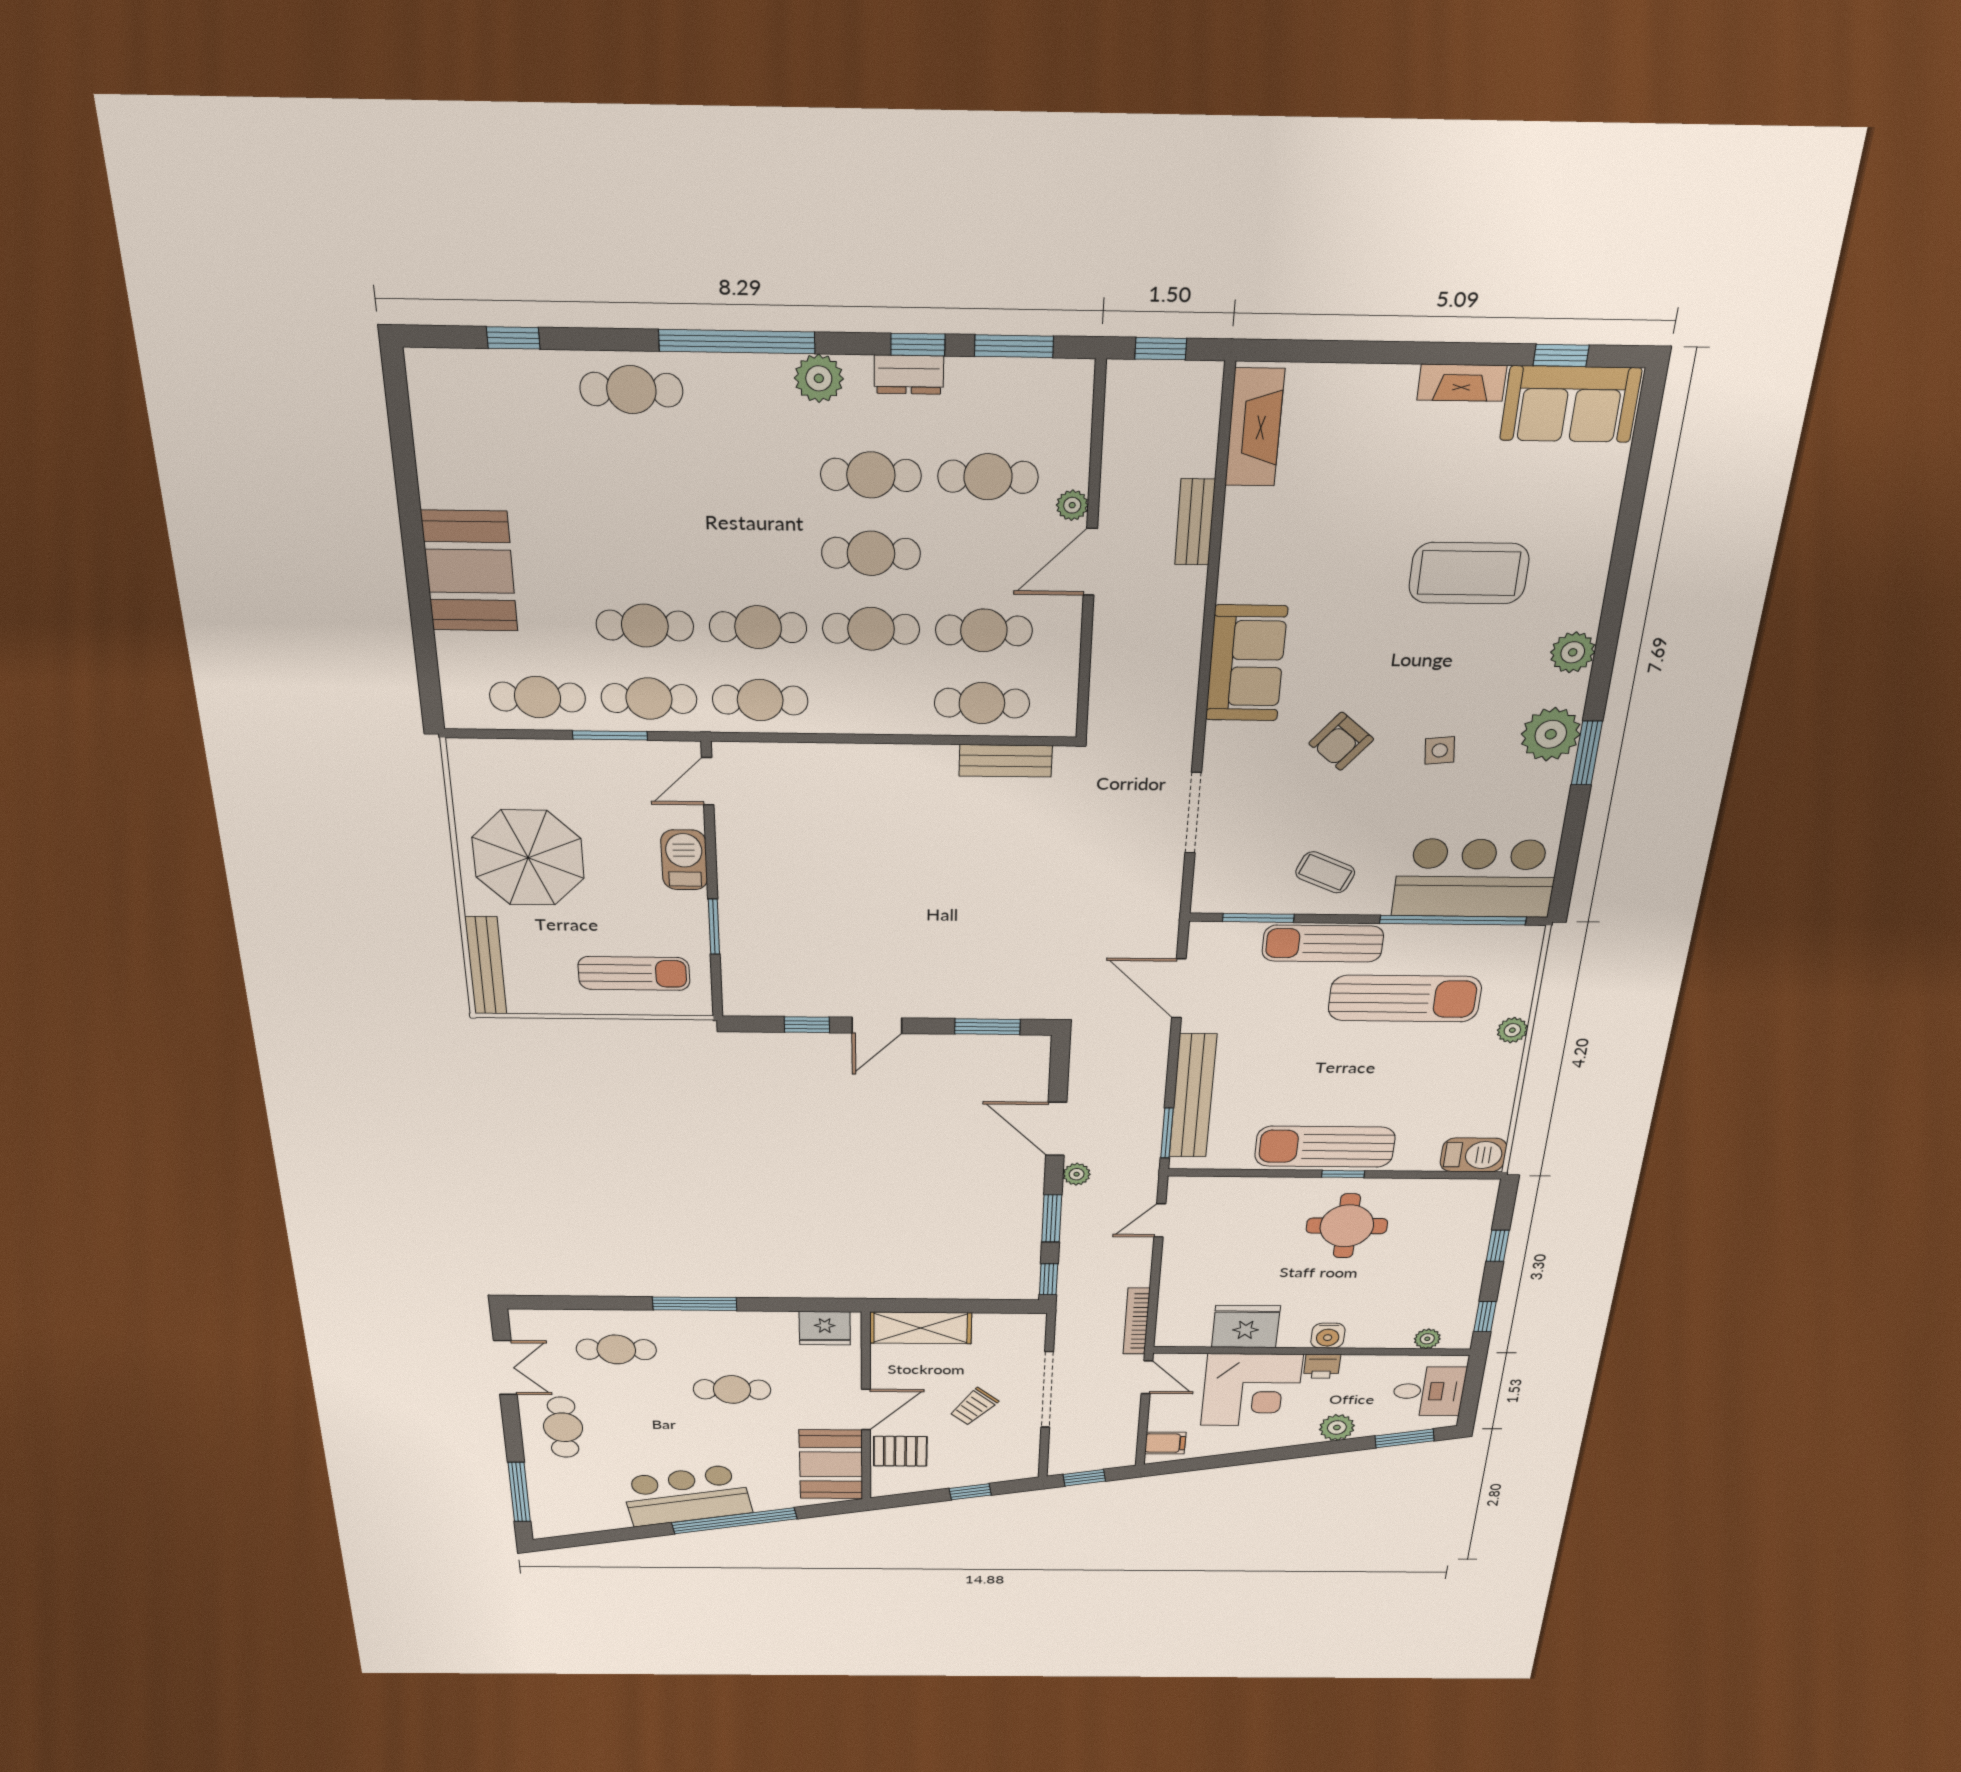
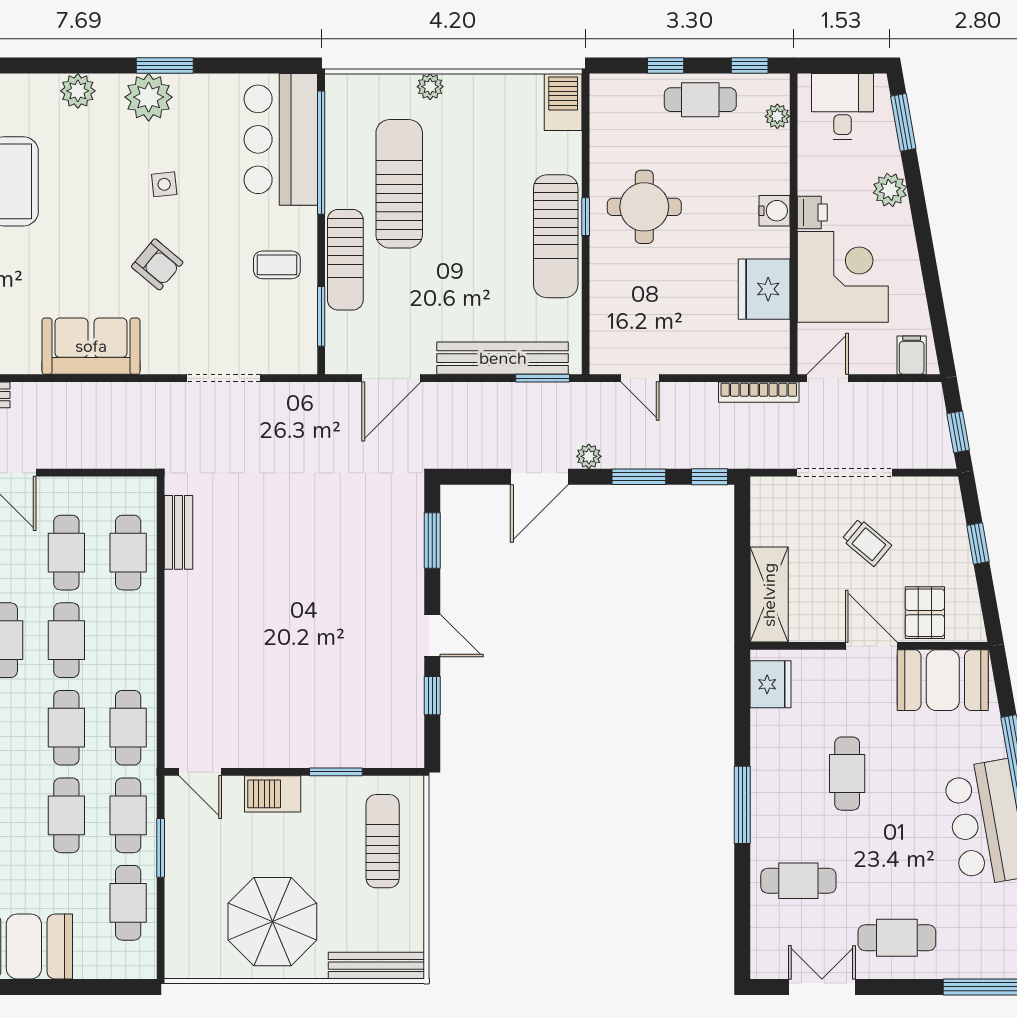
coffee table: (1325, 872) -> (277, 265), turned 67
cafe table: (1456, 1275) -> (700, 100), added
cafe table: (616, 1349) -> (798, 881), turned 90

